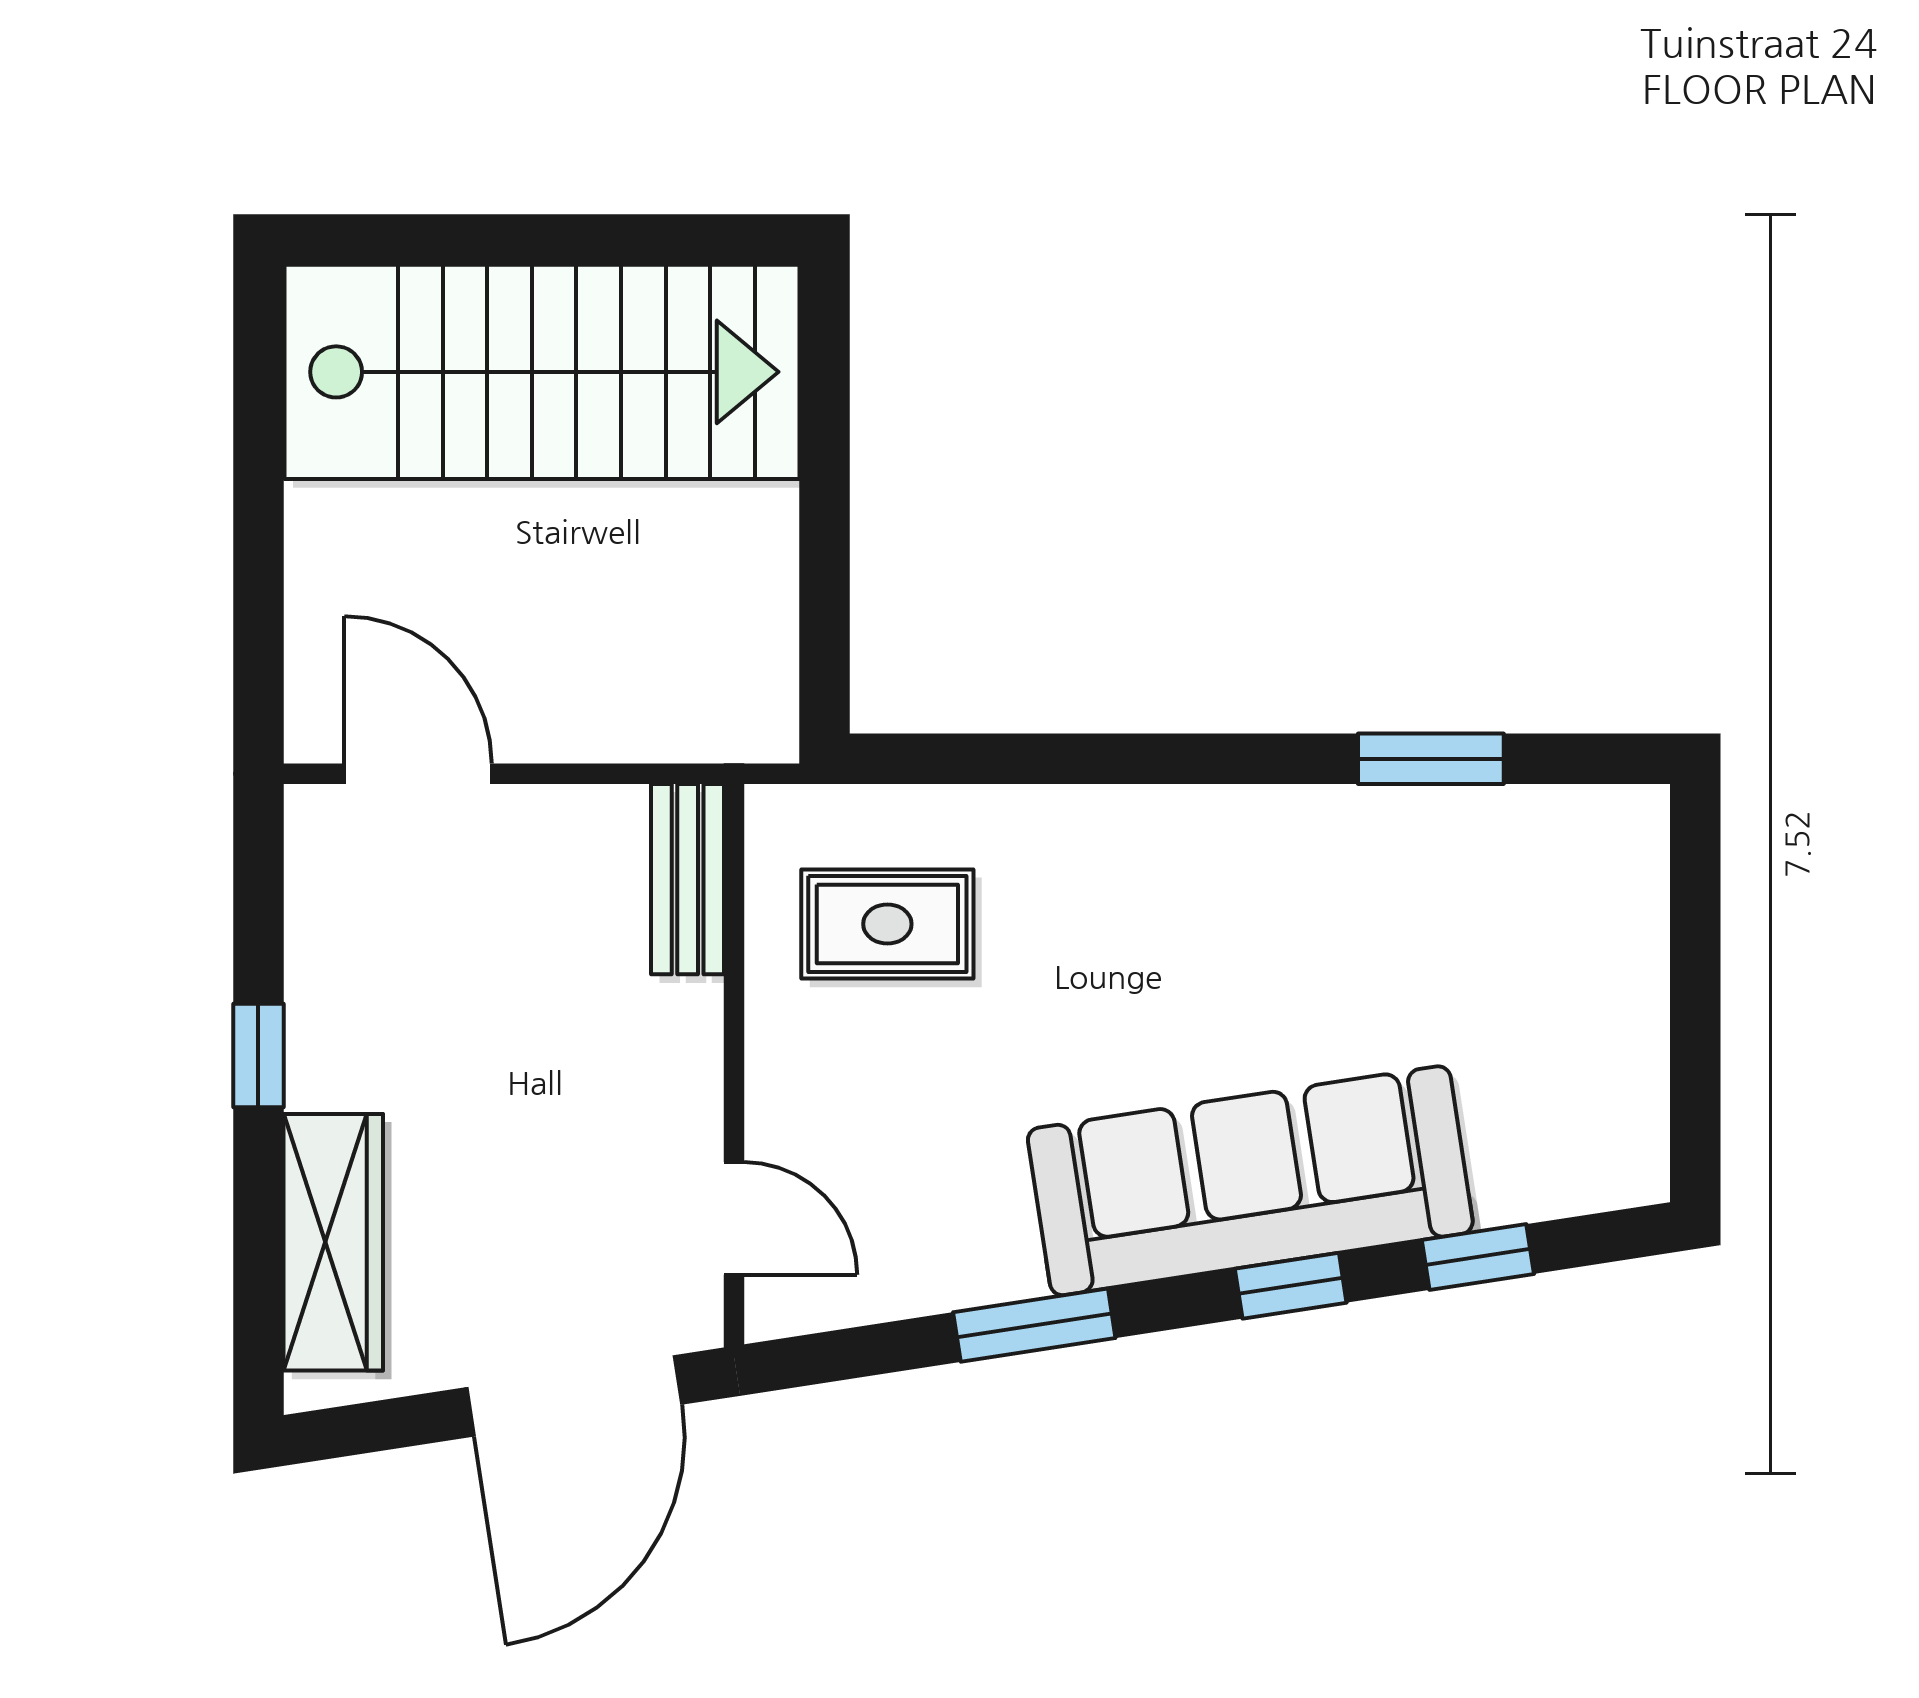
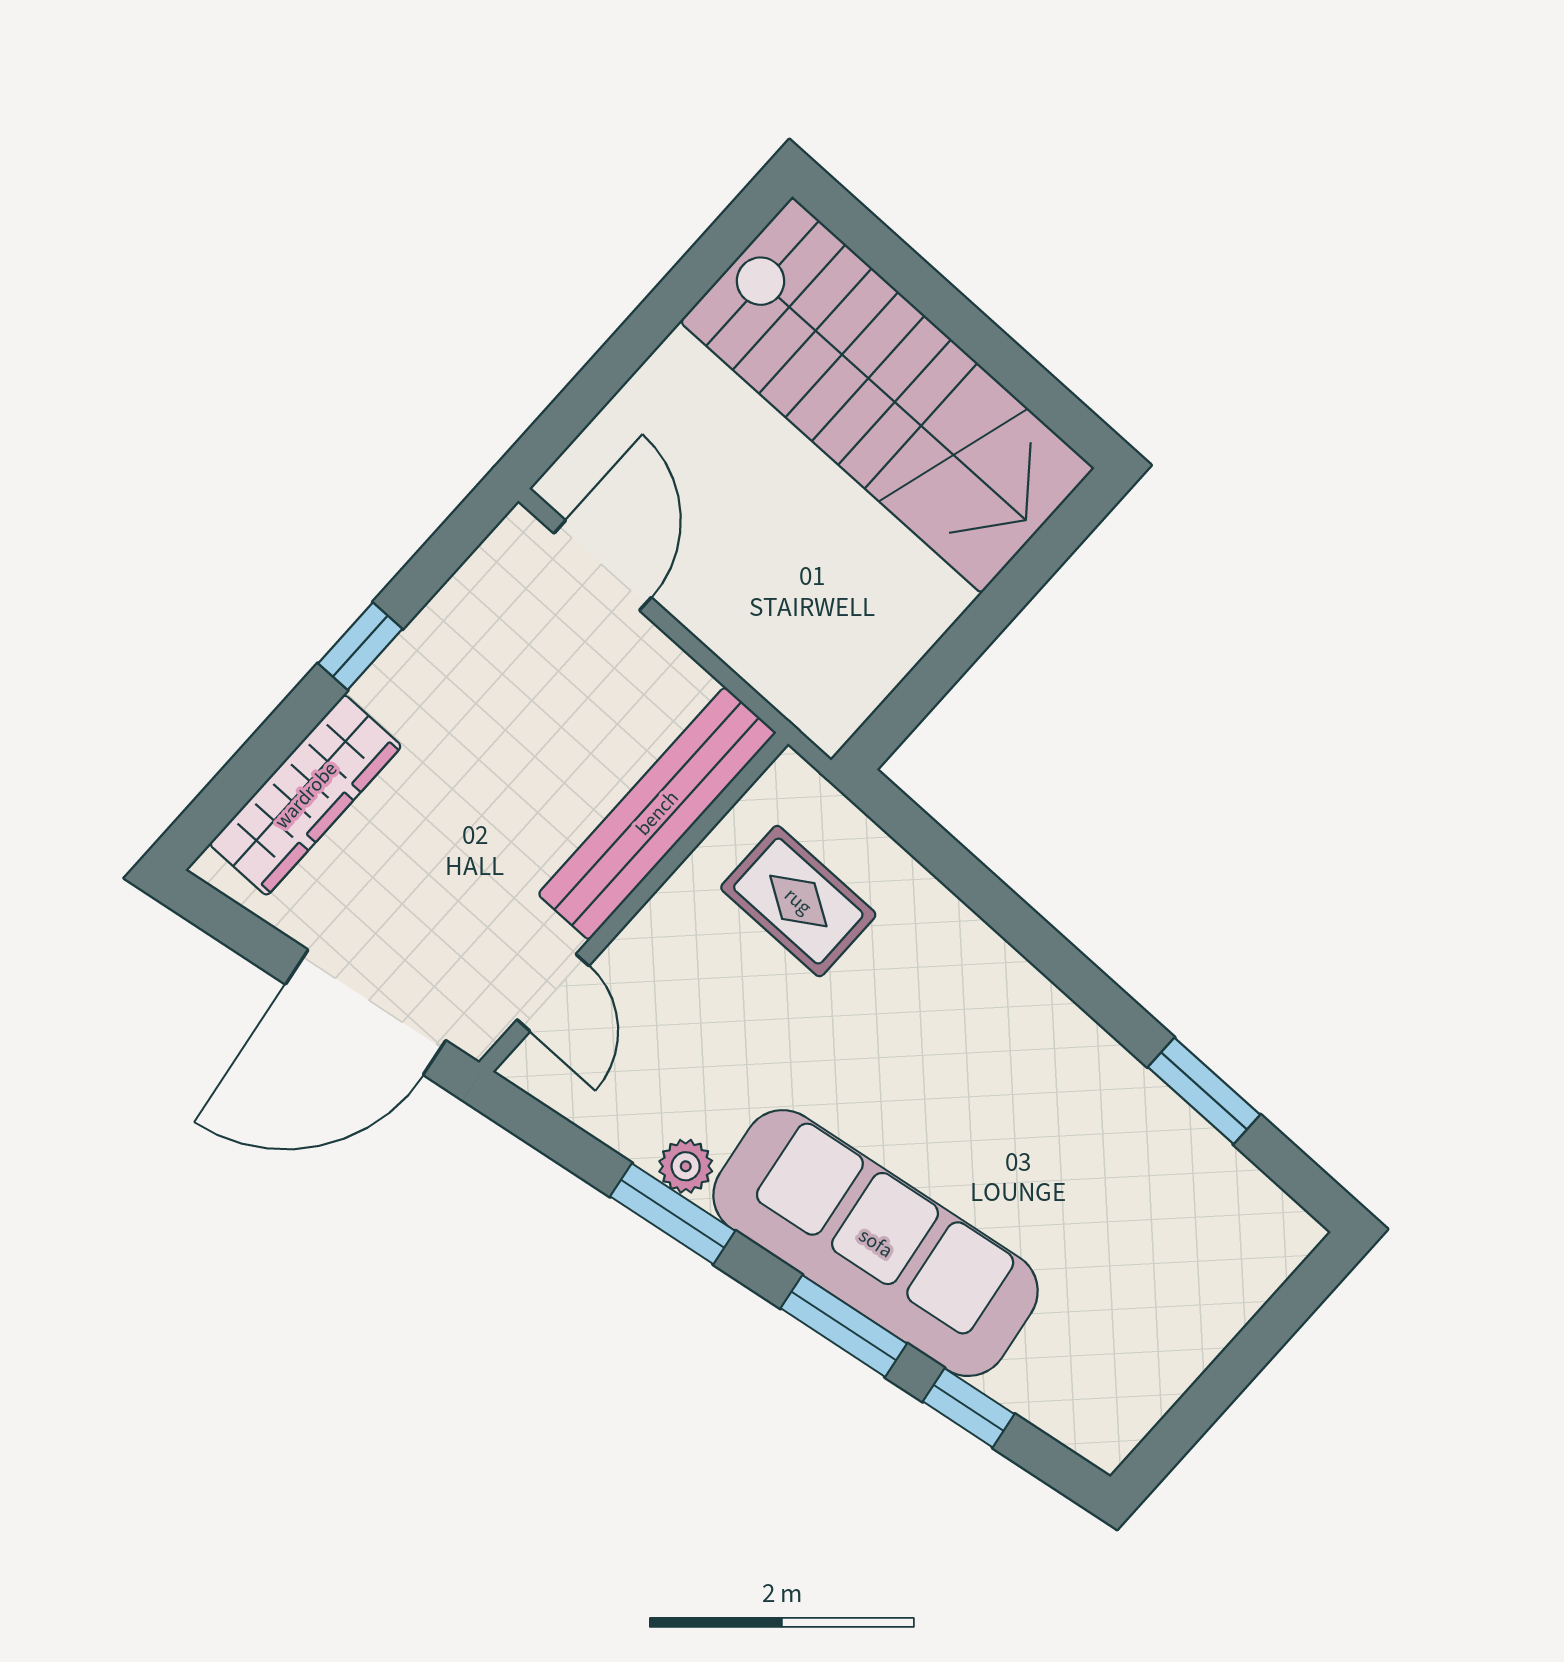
bench: (688, 879) -> (657, 813), width x1.86, depth x1.21
plant: (1006, 1269) -> (686, 1166), added
window: (1291, 1286) -> (844, 1326), width x1.50

